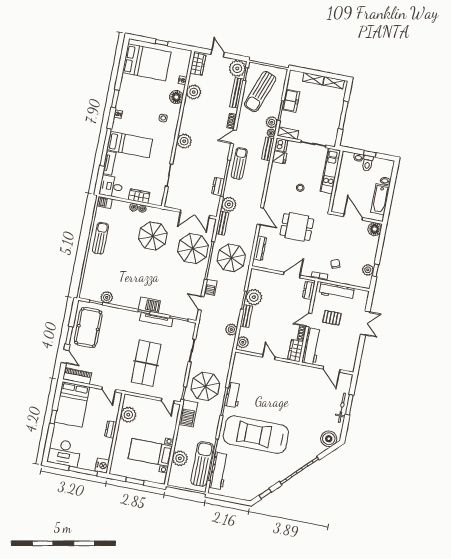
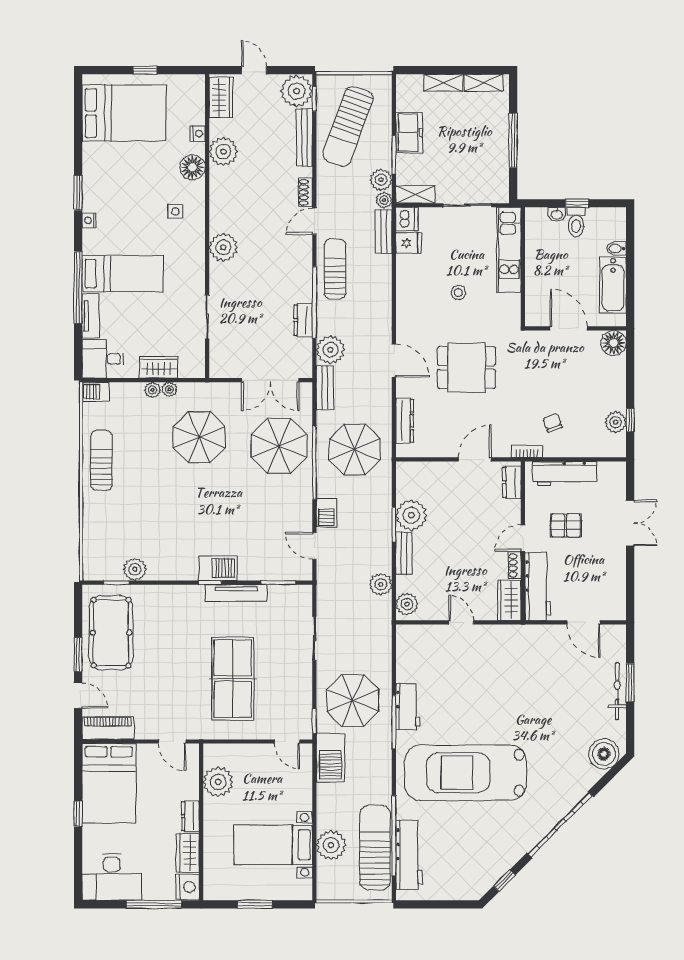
wardrobe: (106, 448) -> (188, 853), added

